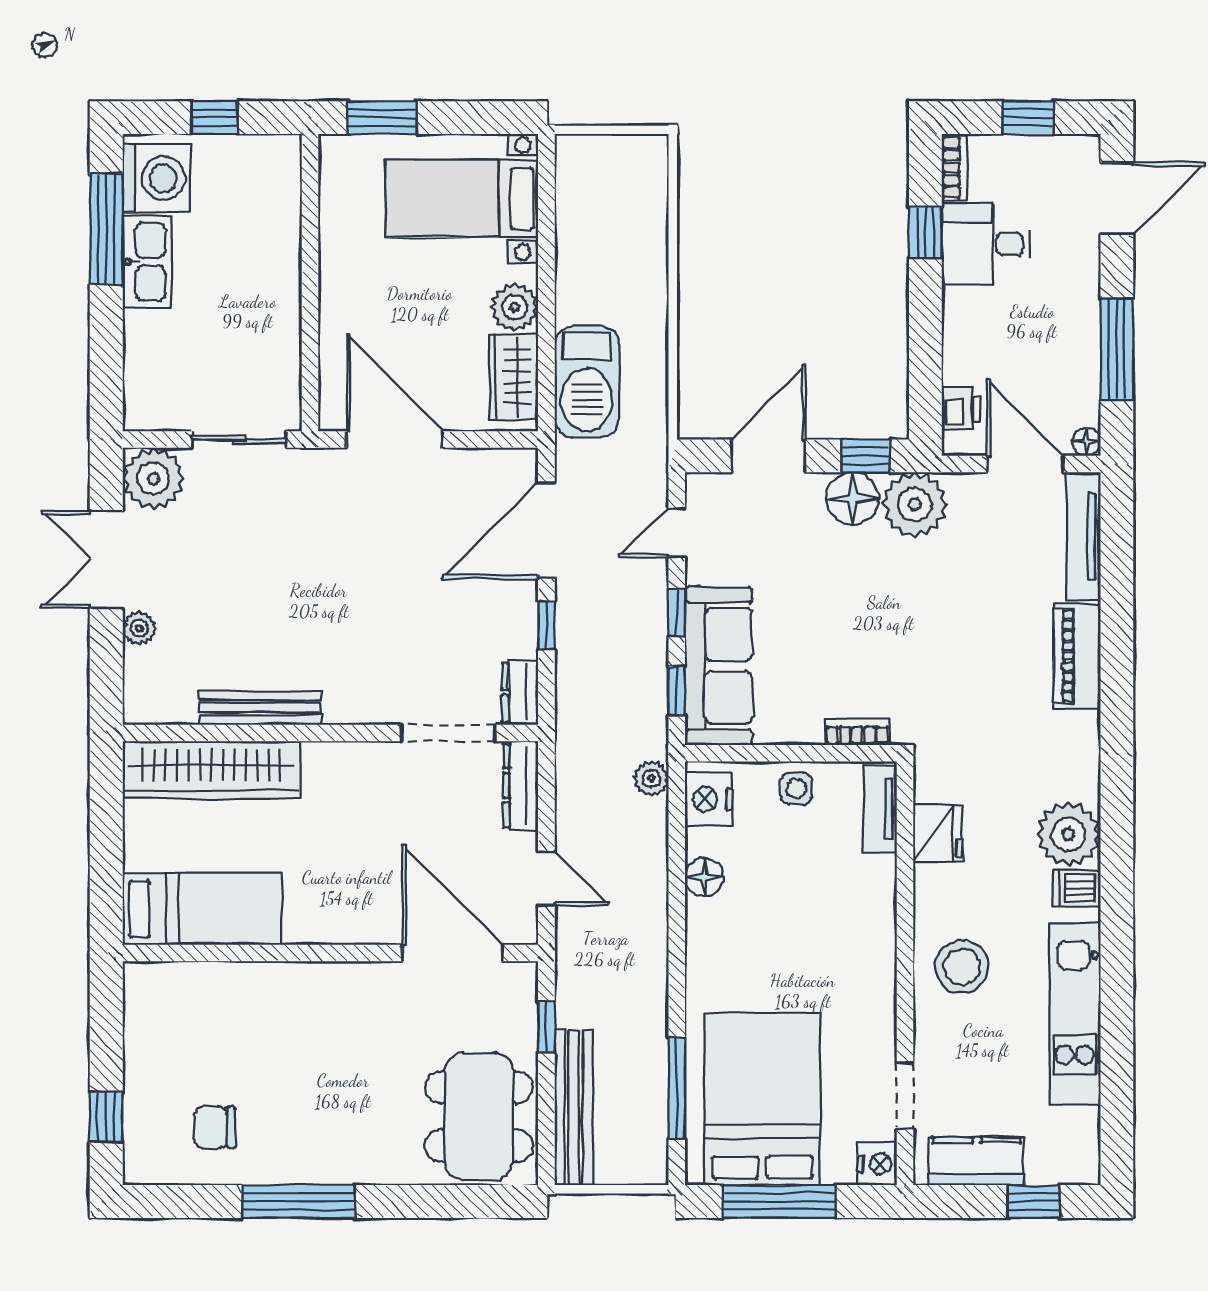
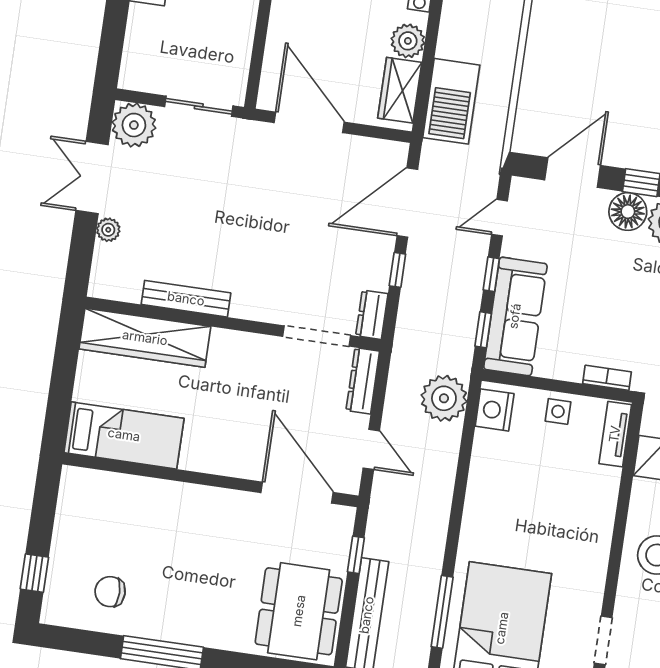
plant: (651, 778) -> (444, 398), width x1.87, depth x1.87
floor lamp: (704, 877) -> (483, 465), removed

